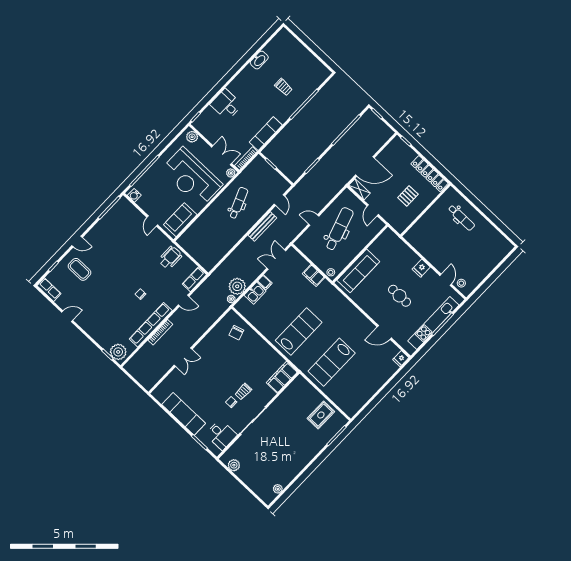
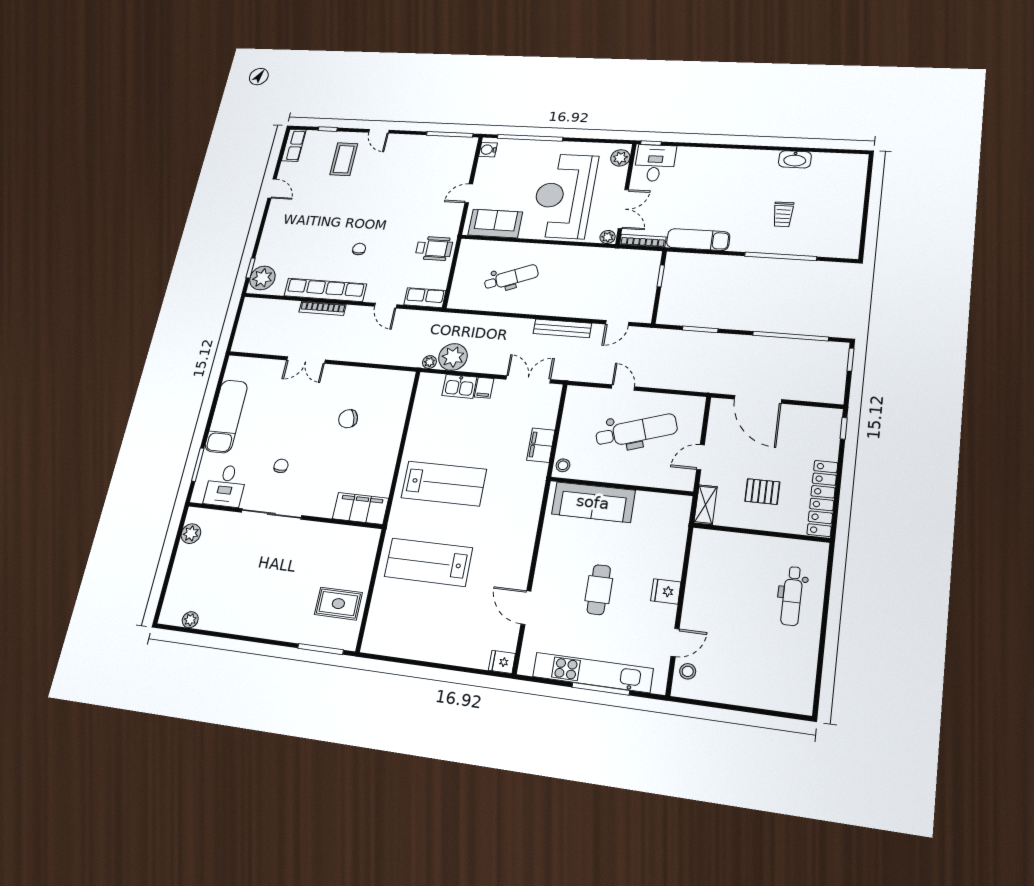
desk: (226, 105) -> (655, 163), moved
shelving: (359, 189) -> (706, 505), moved
dental chair: (238, 203) -> (511, 278), moved
chair: (236, 333) -> (348, 419), moved
trolley: (243, 392) -> (306, 471), removed

